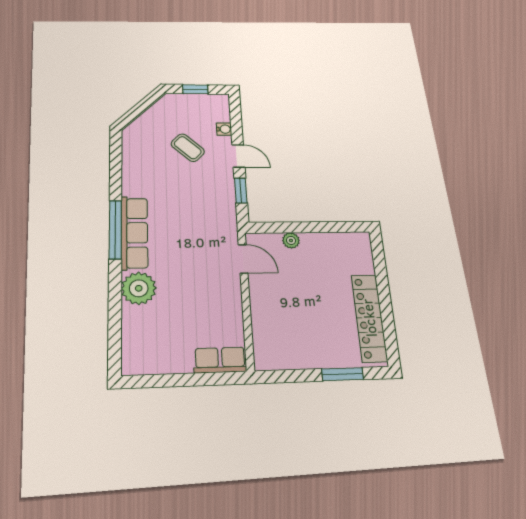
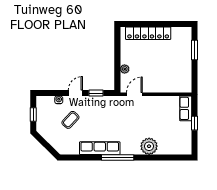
row of seats: (134, 233) -> (100, 148), moved
locker: (369, 318) -> (148, 33), moved
window: (189, 380) -> (195, 123), added

